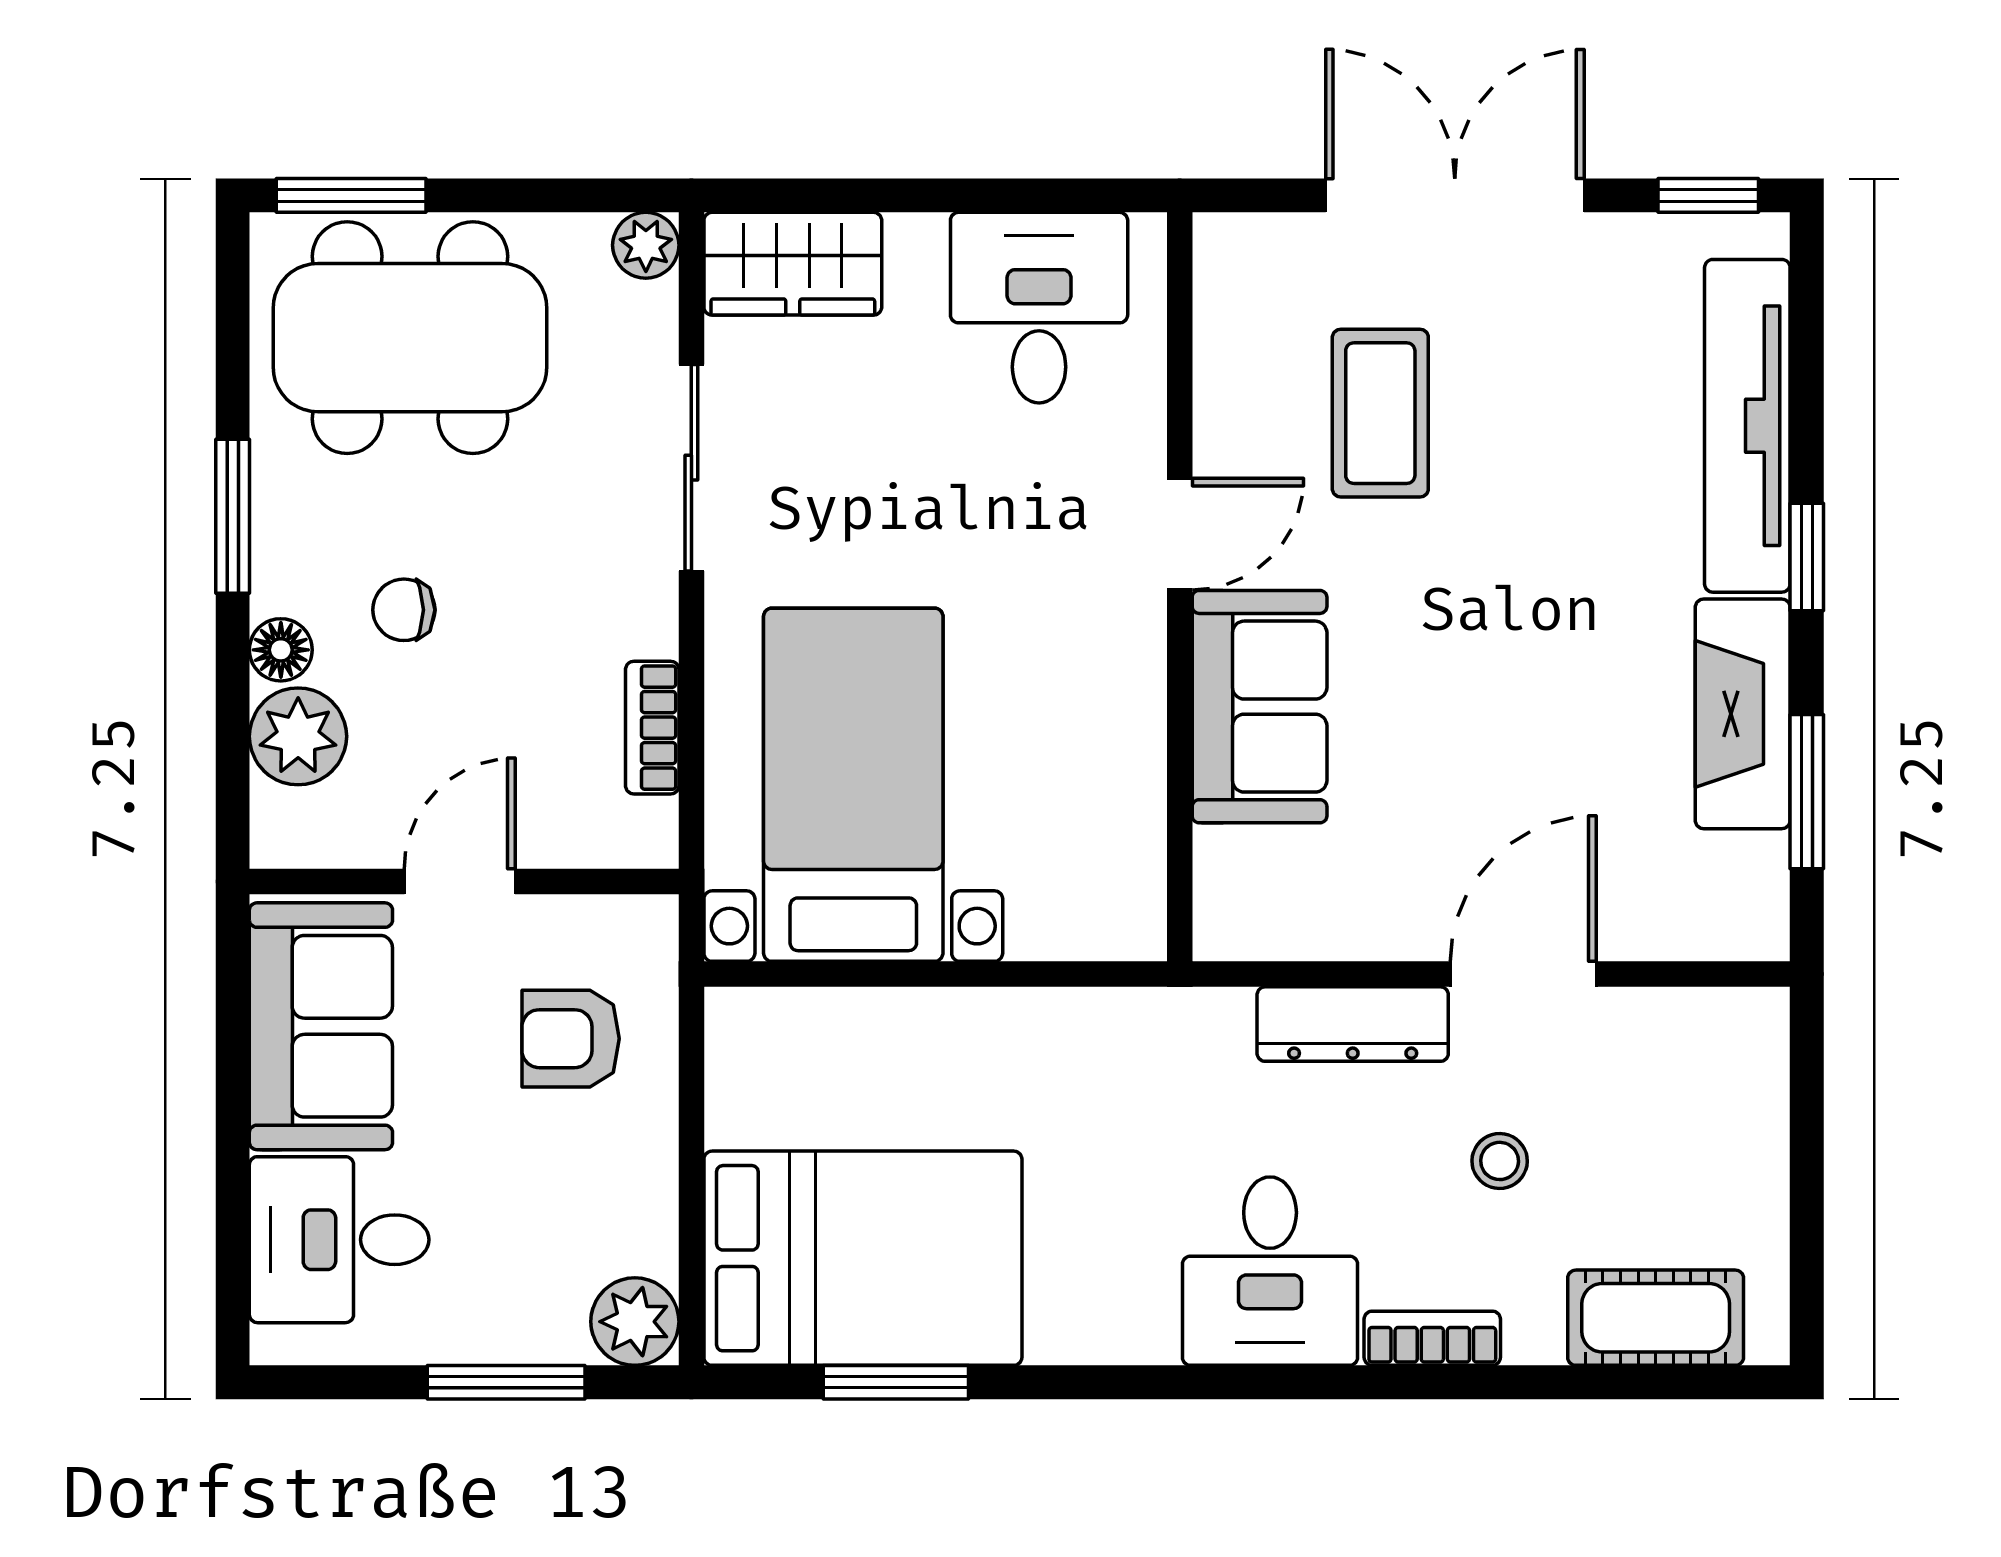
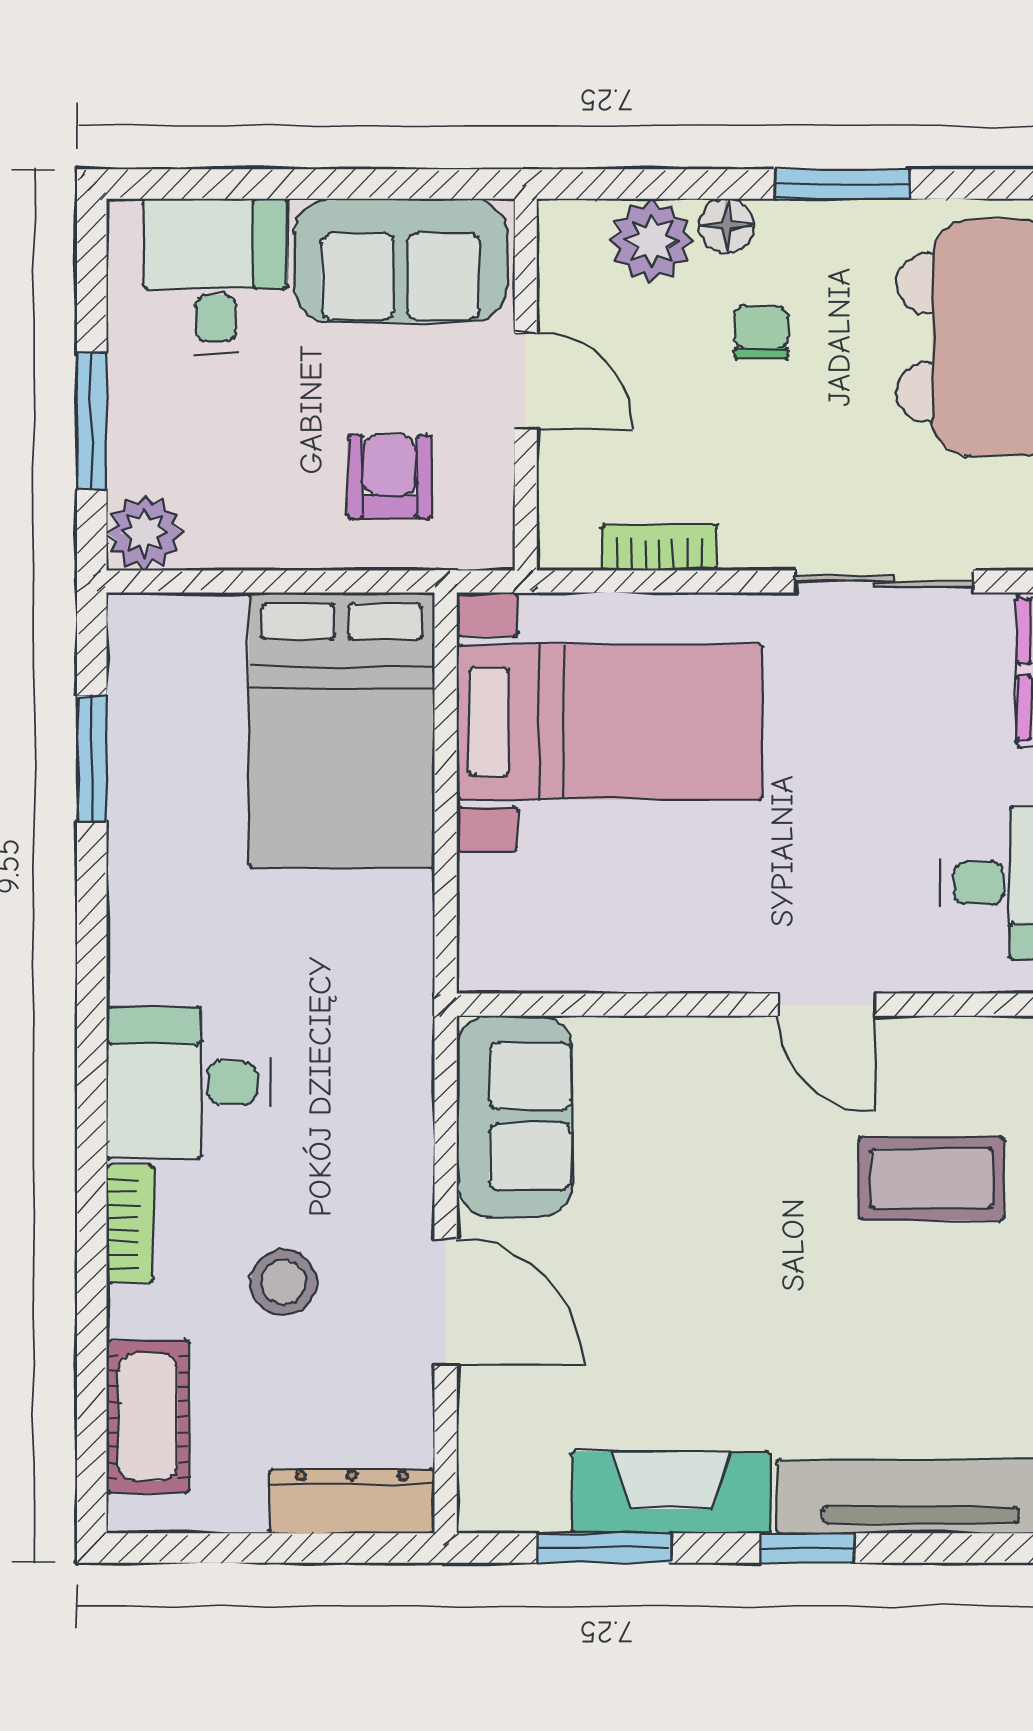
sofa: (1260, 707) -> (515, 1116), moved, turned -90
dresser: (1353, 1024) -> (352, 1501), moved, turned 90
stool: (1500, 1161) -> (284, 1282), width x1.37, depth x1.37
bed: (863, 1258) -> (342, 730), moved

